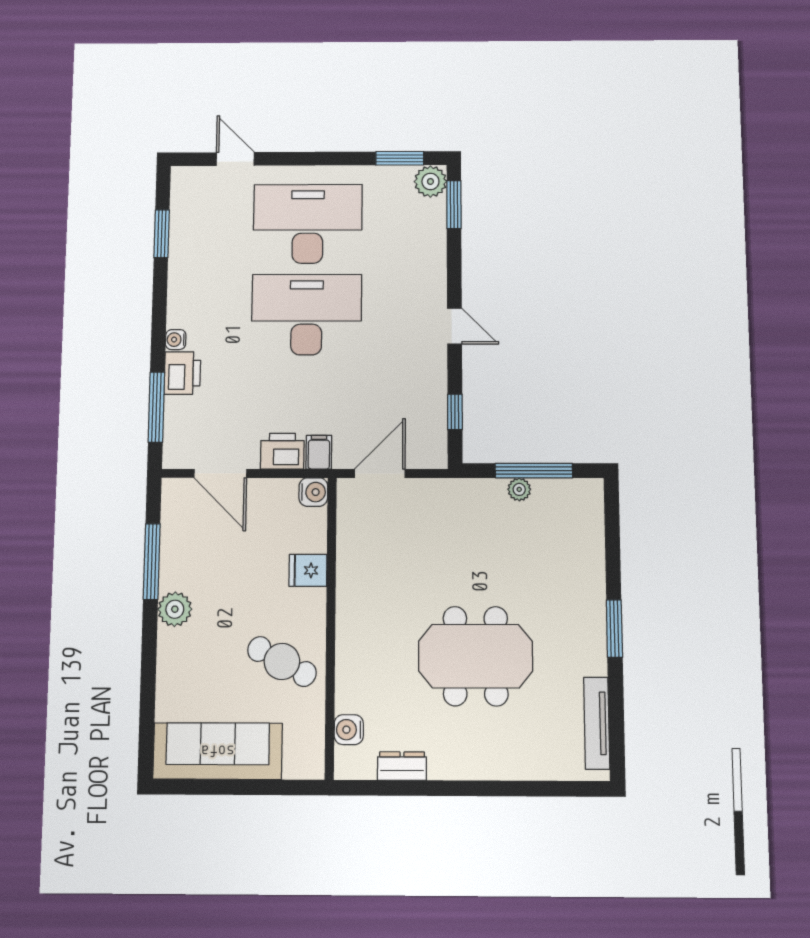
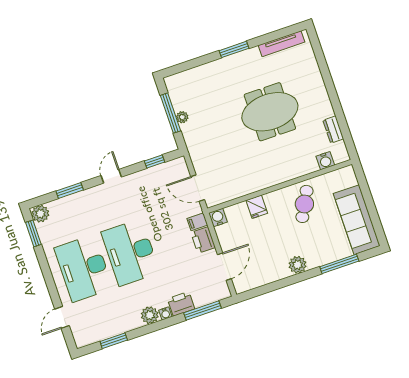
window: (454, 205) -> (70, 190), moved
plant: (183, 311) -> (150, 315), added
window: (152, 562) -> (339, 264), moved
meeting table: (476, 656) -> (270, 112), turned 90

